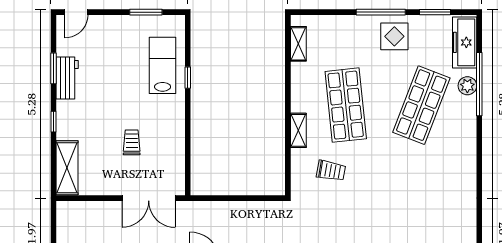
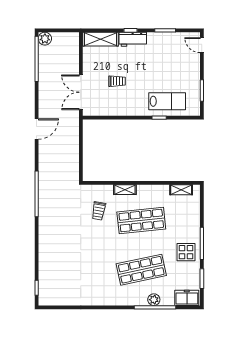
freezer: (465, 42) -> (187, 298), width x0.71
workbench: (67, 78) -> (133, 39), moved
shop shelf: (421, 105) -> (141, 270), turned -33

